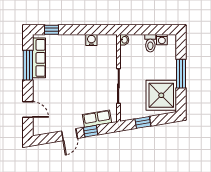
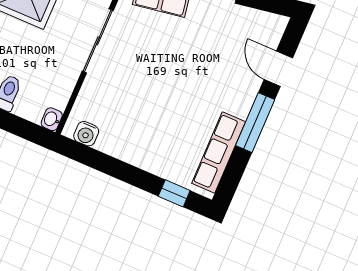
water cooler: (91, 40) -> (86, 134), moved
window: (28, 65) -> (255, 123), moved

